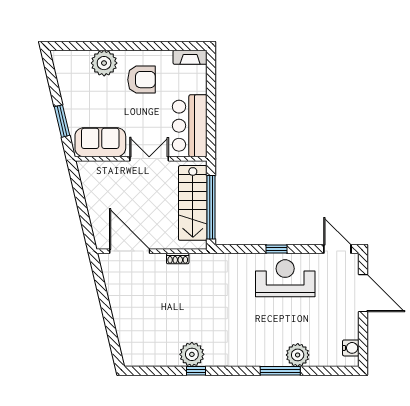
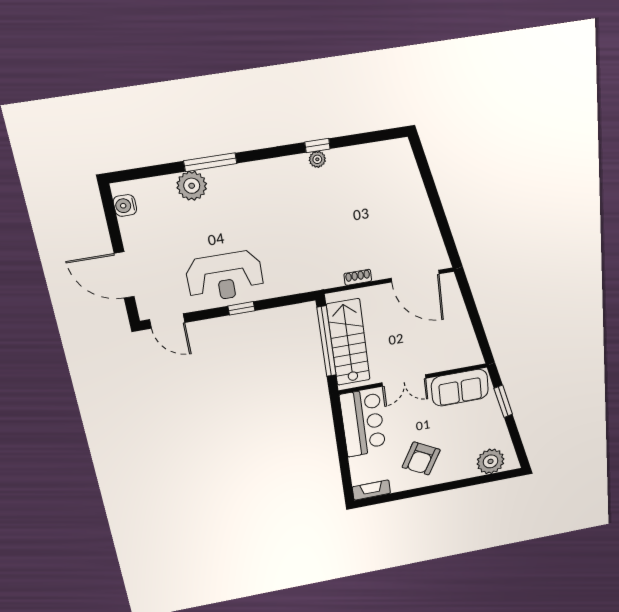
plant: (104, 63) -> (491, 461), moved
armchair: (142, 80) -> (421, 458), turned -61
plant: (192, 354) -> (317, 159), width x0.53, depth x0.53

